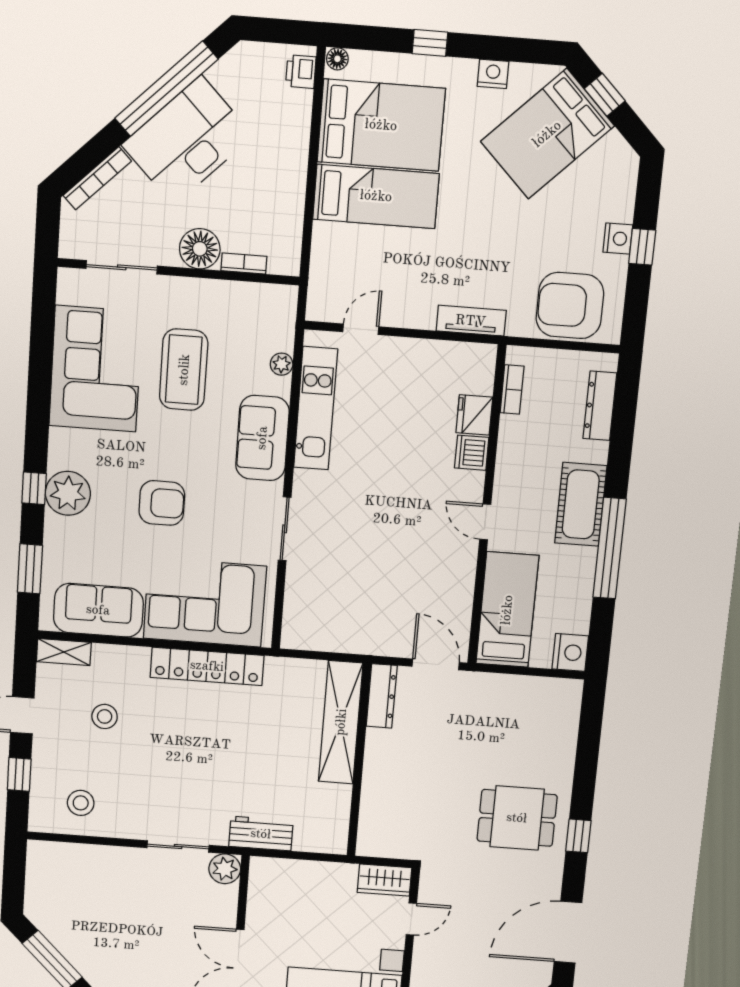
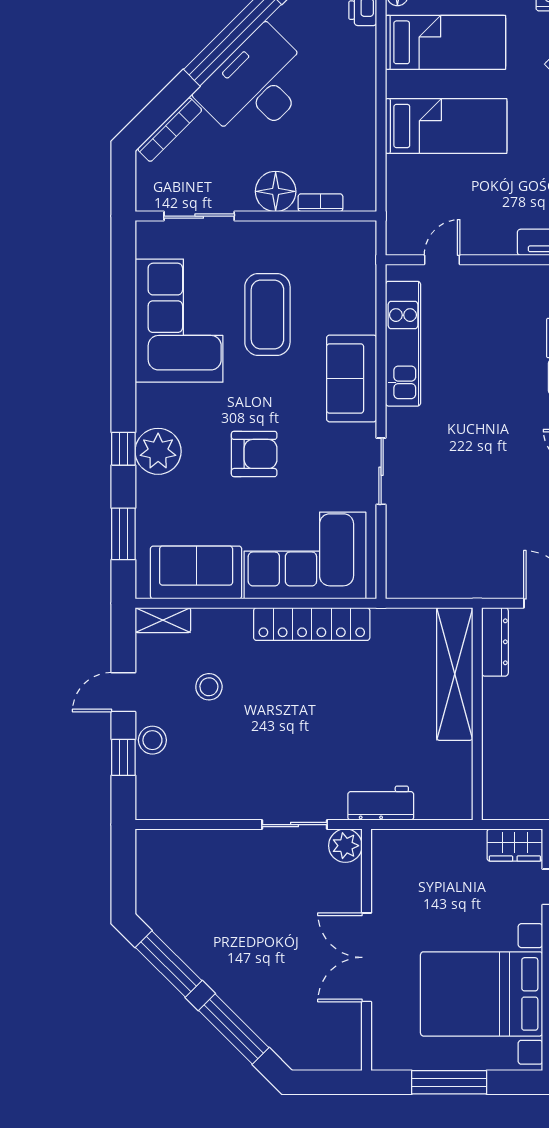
bed: (381, 125) -> (445, 42), width x0.67
plant: (282, 364) -> (365, 301), removed
stool: (81, 803) -> (152, 740), moved

